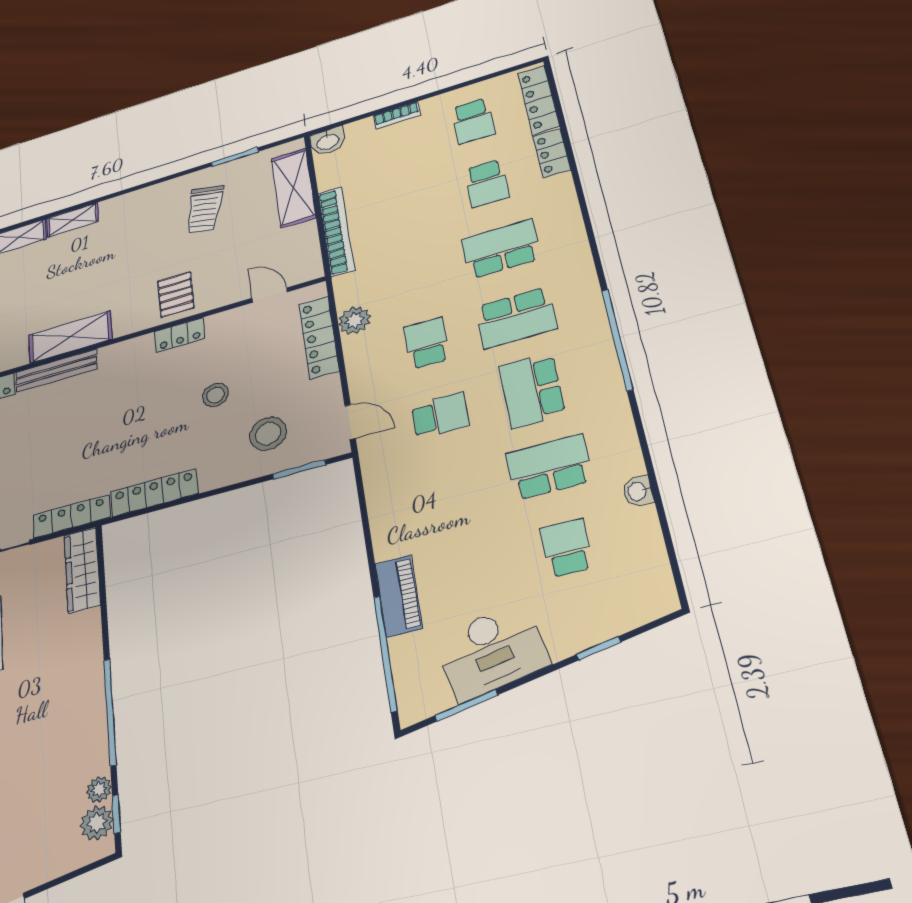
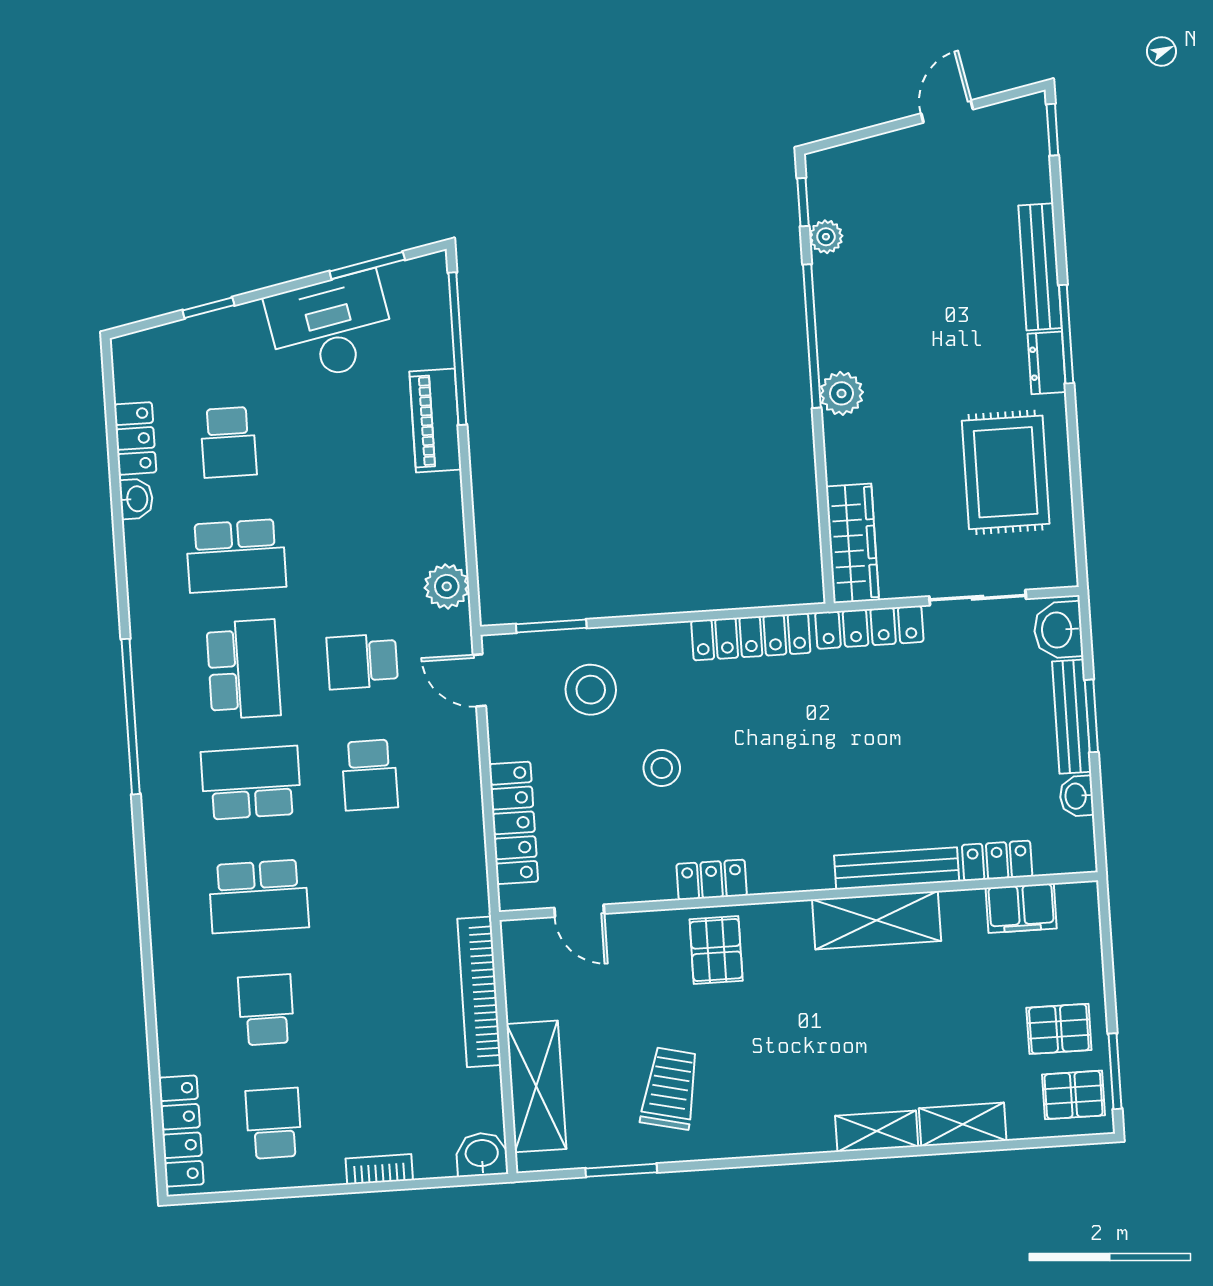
locker: (552, 153) -> (135, 438), moved
plant: (354, 320) -> (447, 586), moved
plant: (97, 823) -> (842, 393), moved

